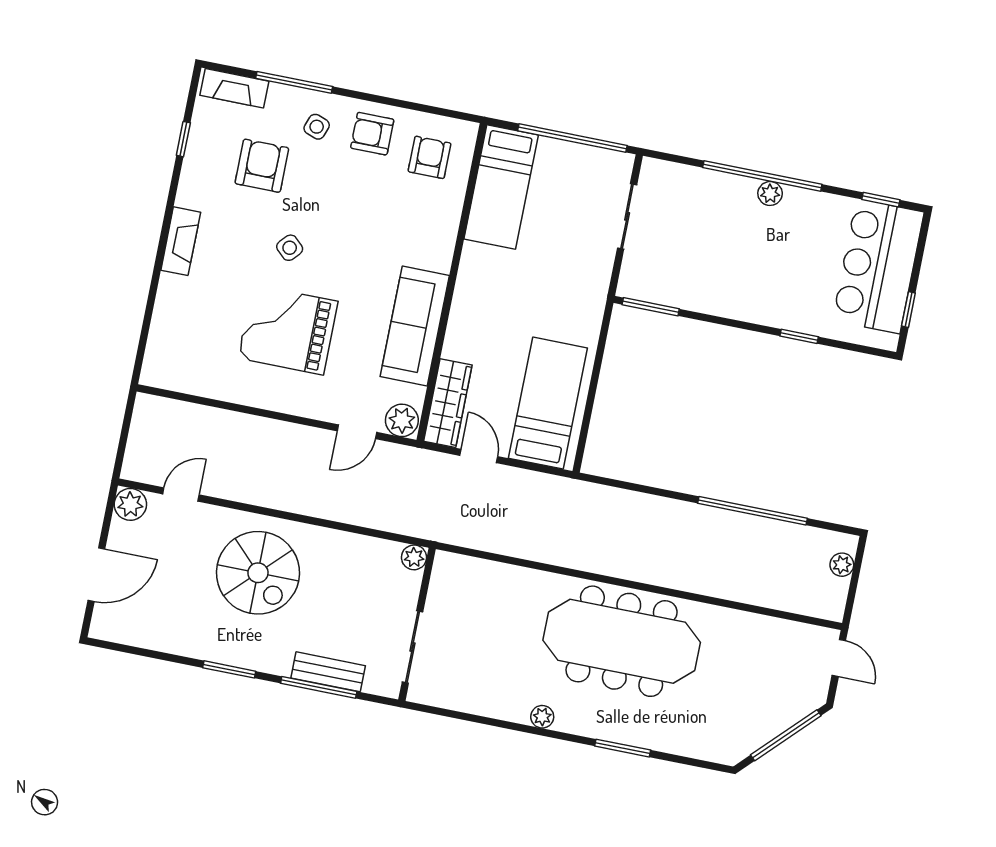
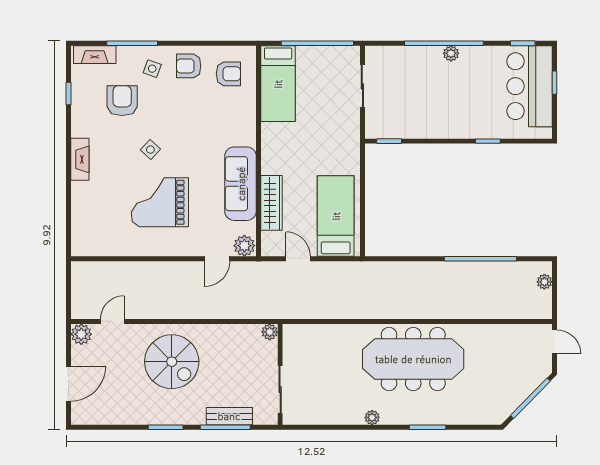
armchair: (429, 157) -> (228, 74), turned 90
window: (651, 307) -> (389, 141), width x0.67
window: (908, 310) -> (554, 83), moved
wardrobe: (448, 403) -> (272, 203), moved

